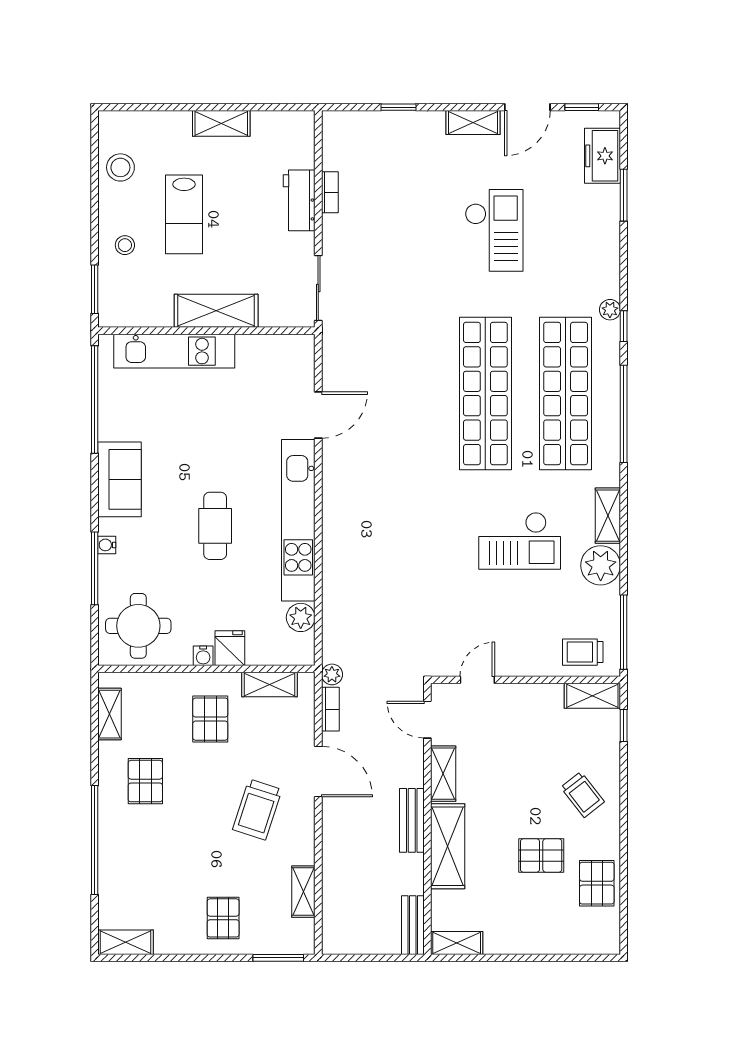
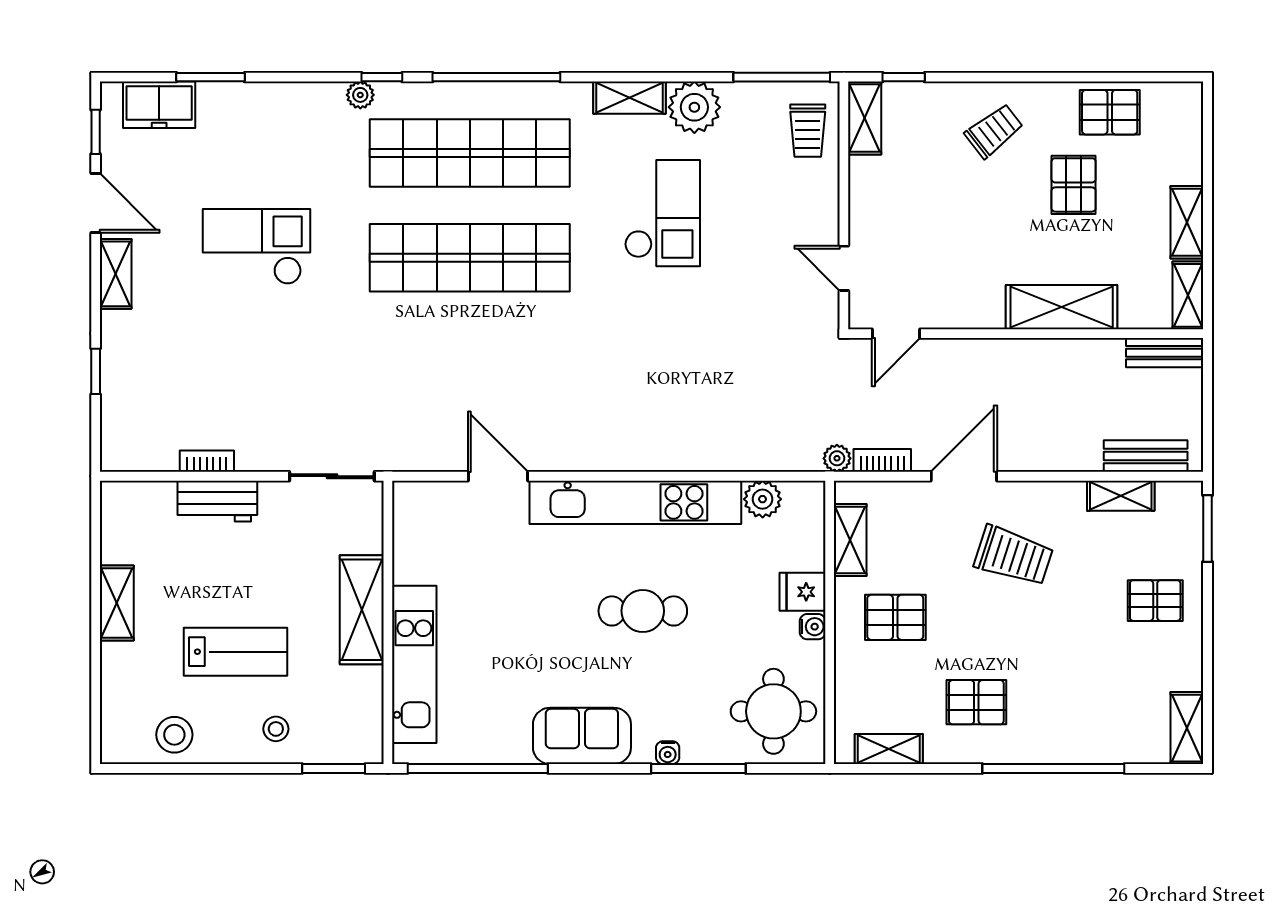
shelving: (443, 774) -> (1187, 222), moved, turned 90
bench: (412, 820) -> (1146, 456), moved

